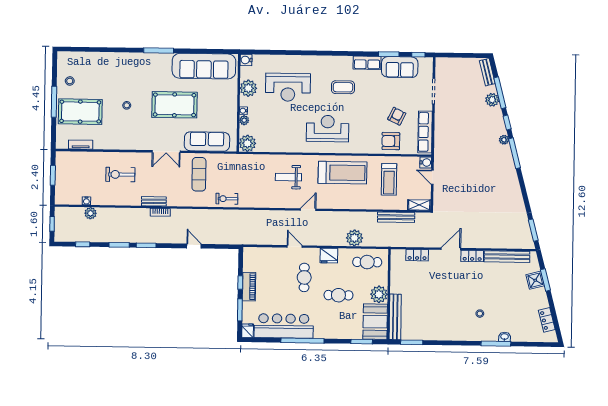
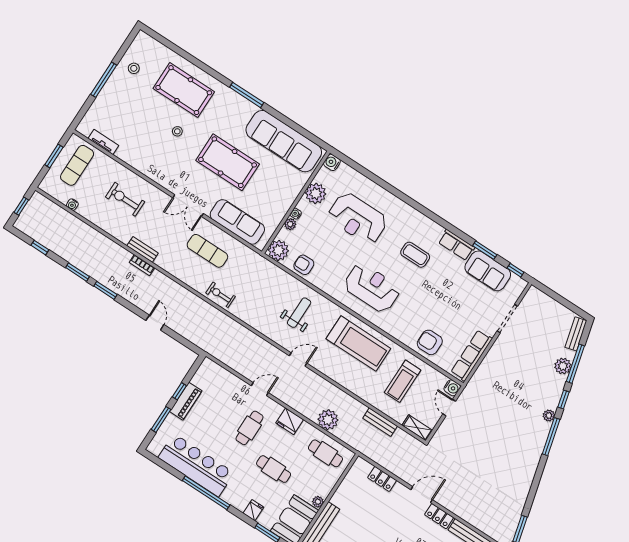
pool table: (80, 112) -> (184, 90), moved
armchair: (397, 116) -> (304, 265), moved, turned -116
exercise mat: (73, 172) -> (77, 165), added
exercise mat: (199, 174) -> (207, 251), turned 90
weight bench: (288, 177) -> (299, 313), turned 90
plant: (91, 213) -> (68, 220), removed
bench: (396, 217) -> (380, 422), width x0.73
door: (295, 246) -> (260, 389), hinge flipped
plant: (379, 294) -> (318, 502), width x0.53, depth x0.53
fridge: (248, 331) -> (253, 510), moved

